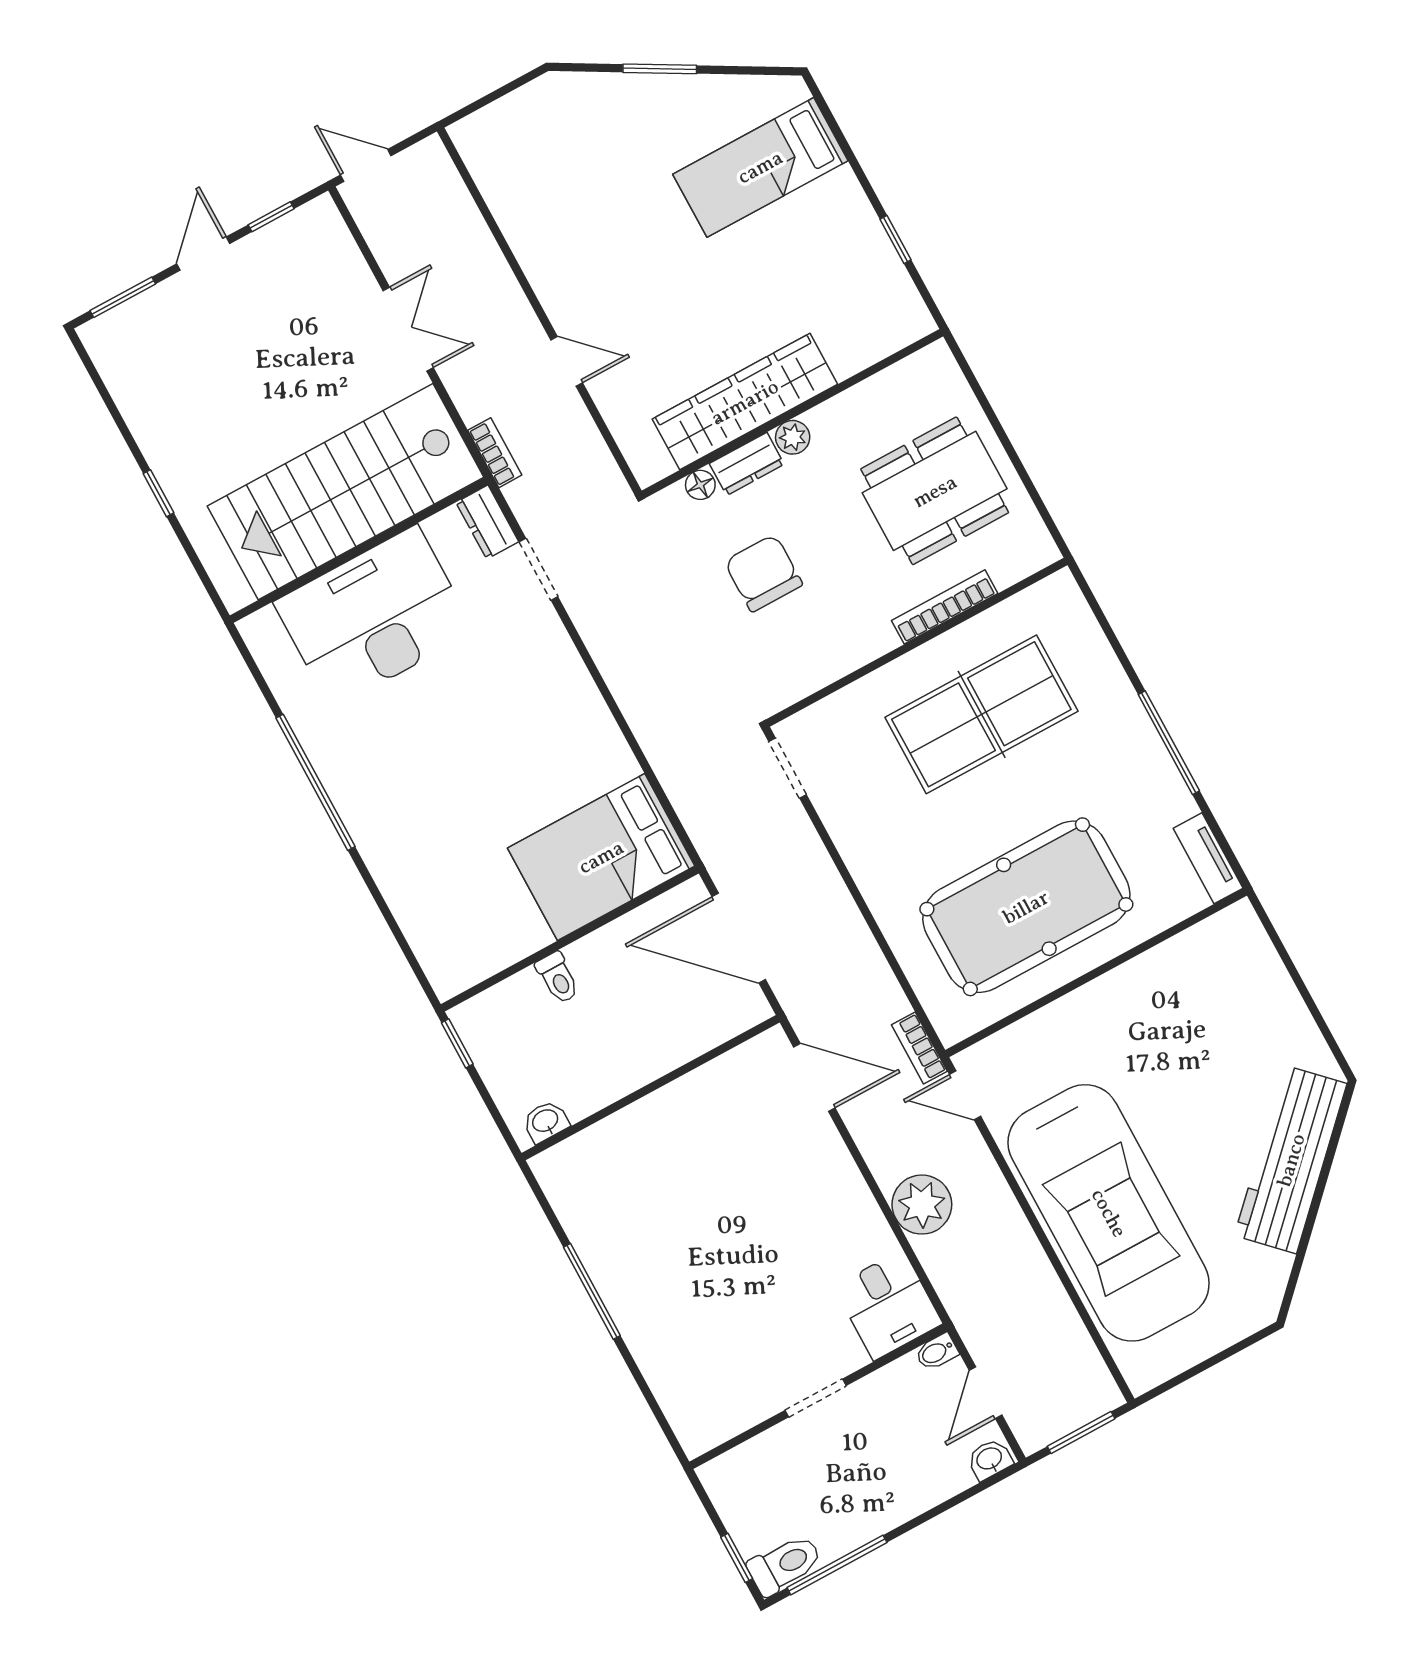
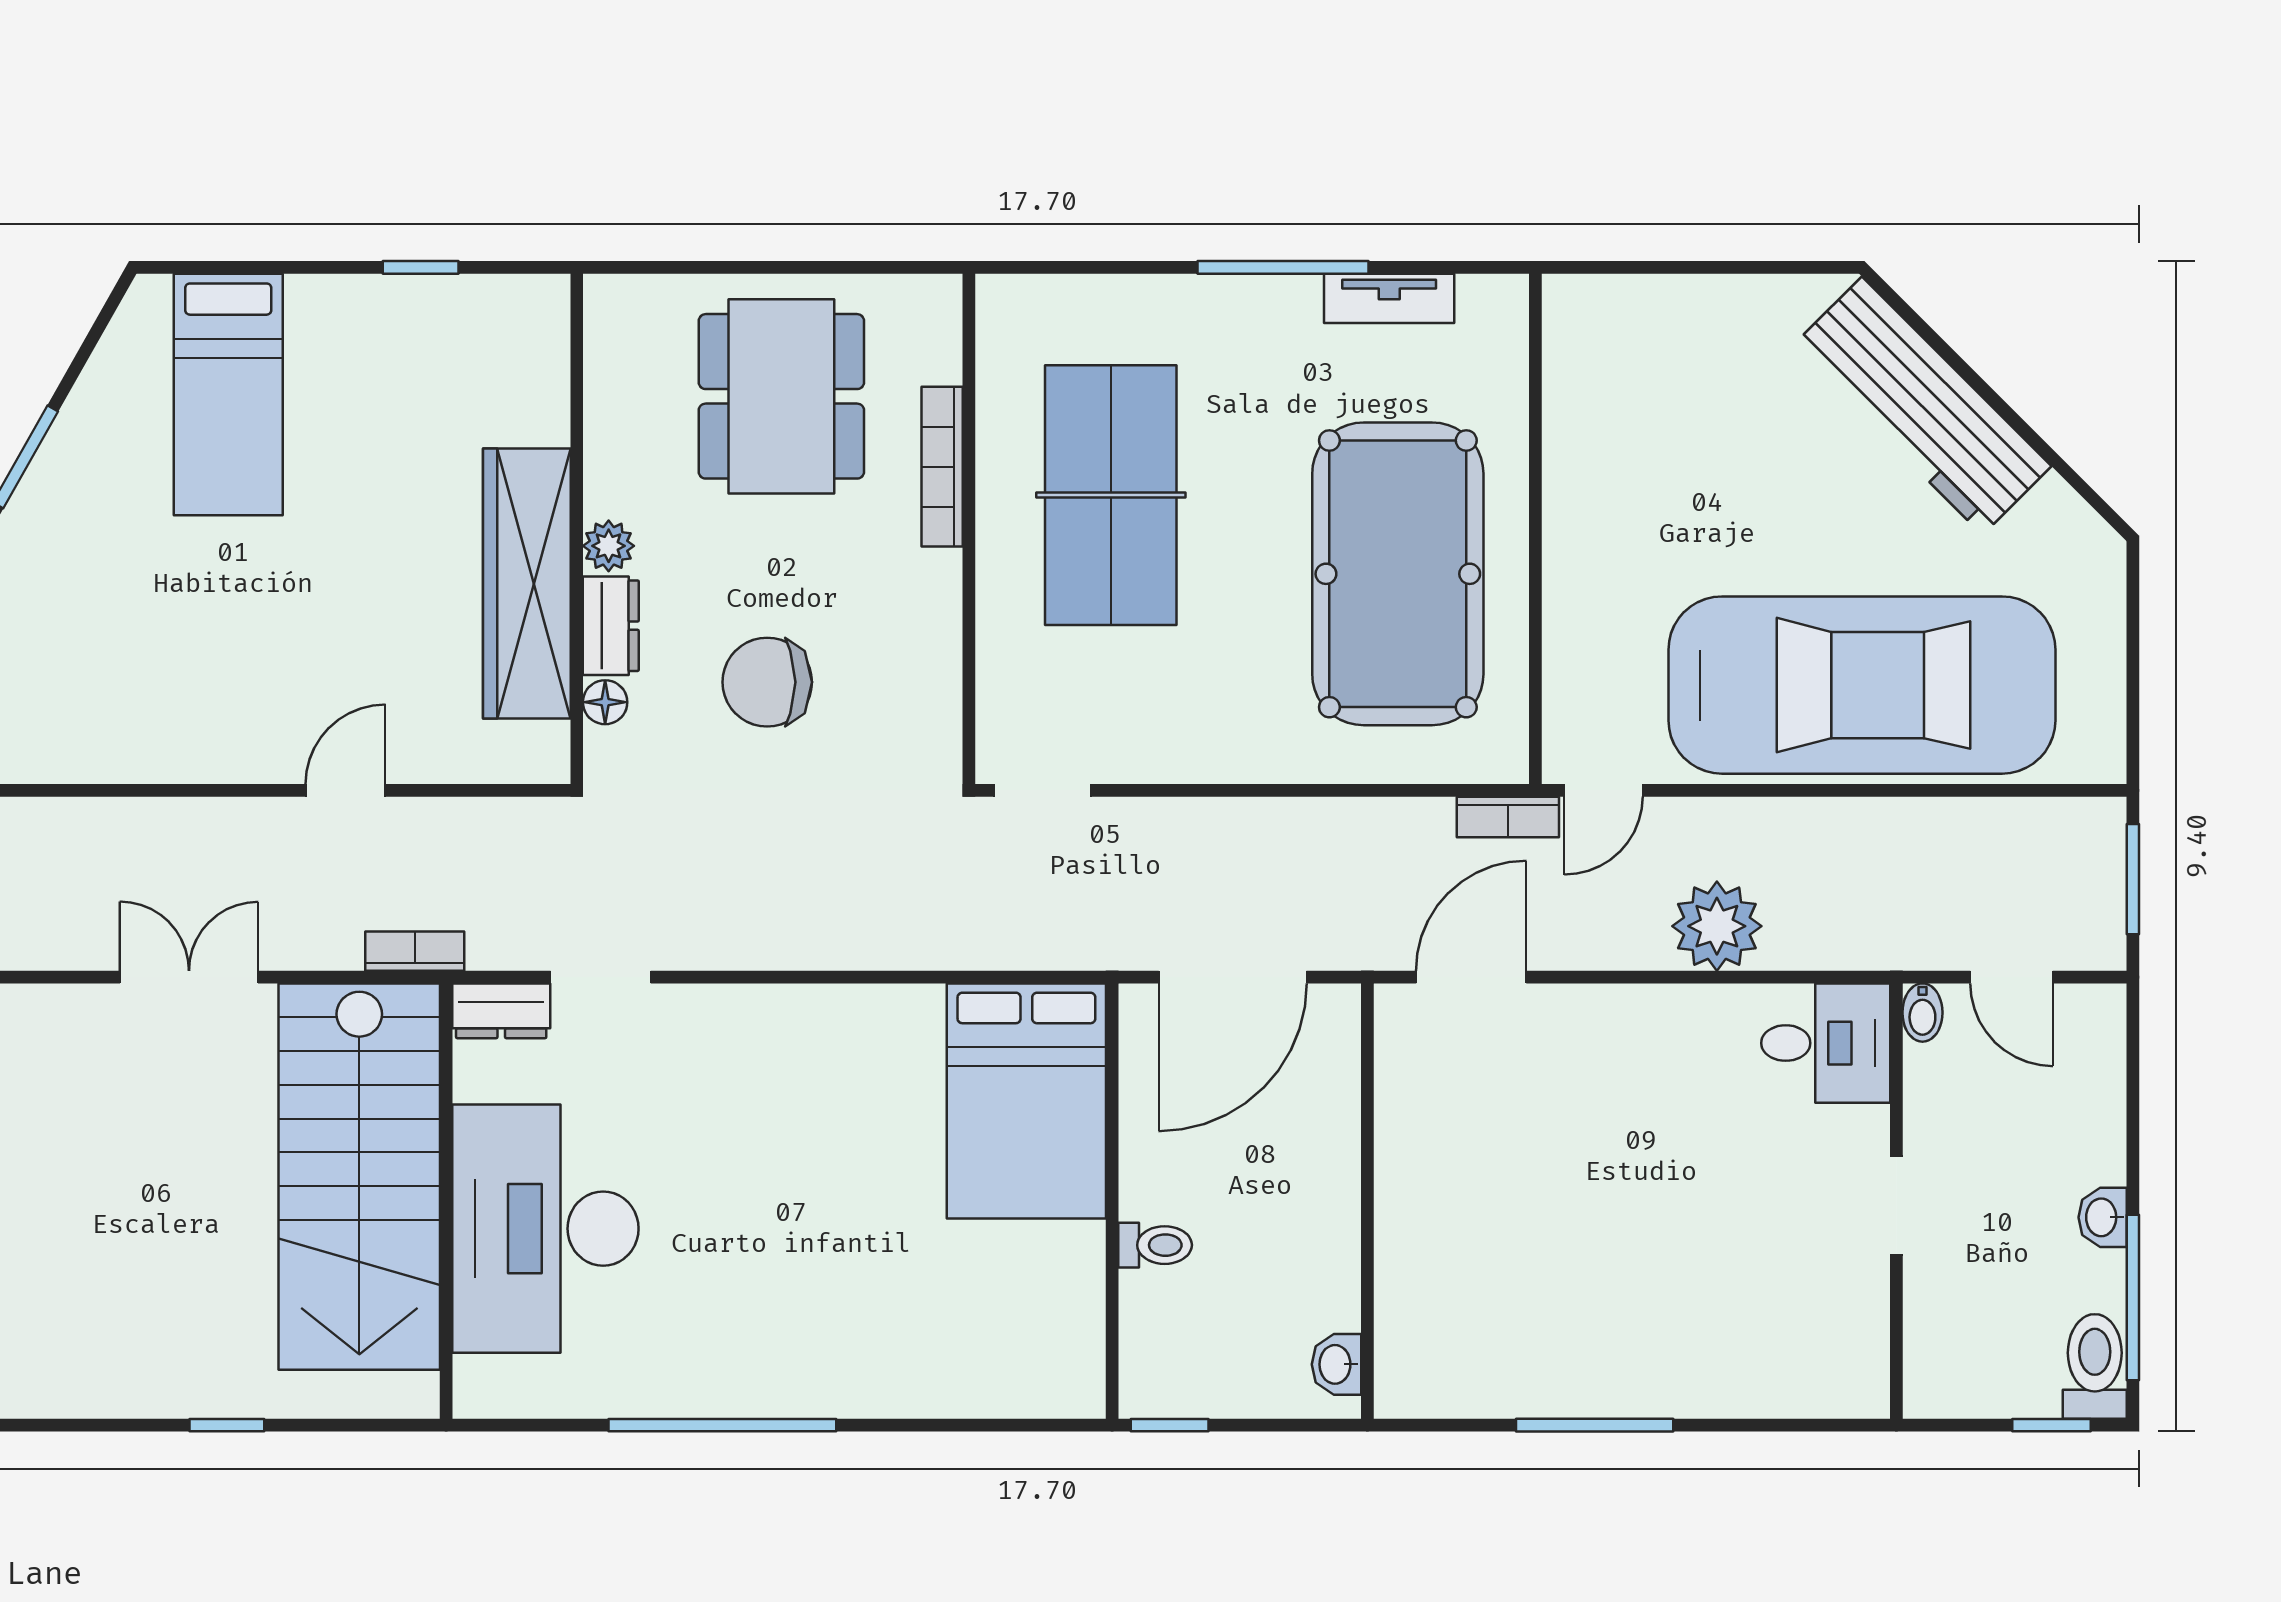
tv unit: (1208, 858) -> (1389, 298), moved
washbasin: (990, 1459) -> (2103, 1217), moved

